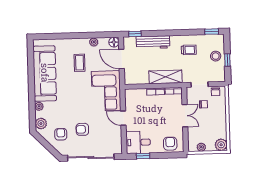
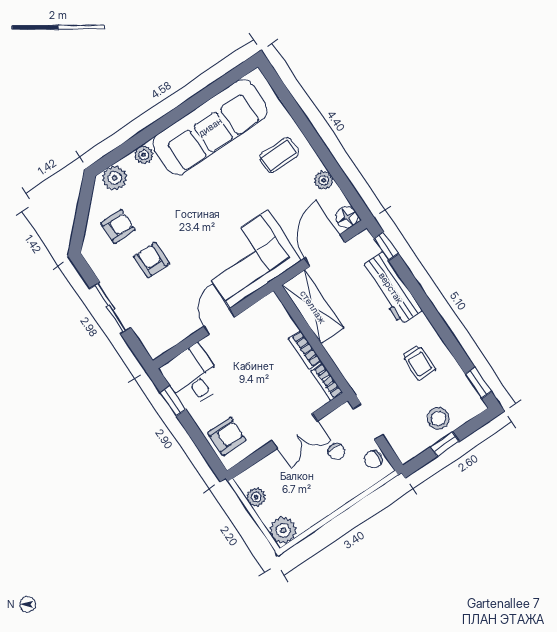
coffee table: (80, 63) -> (279, 155), moved
shelving: (165, 77) -> (313, 307), moved
sliding door: (91, 157) -> (110, 308), width x0.54

